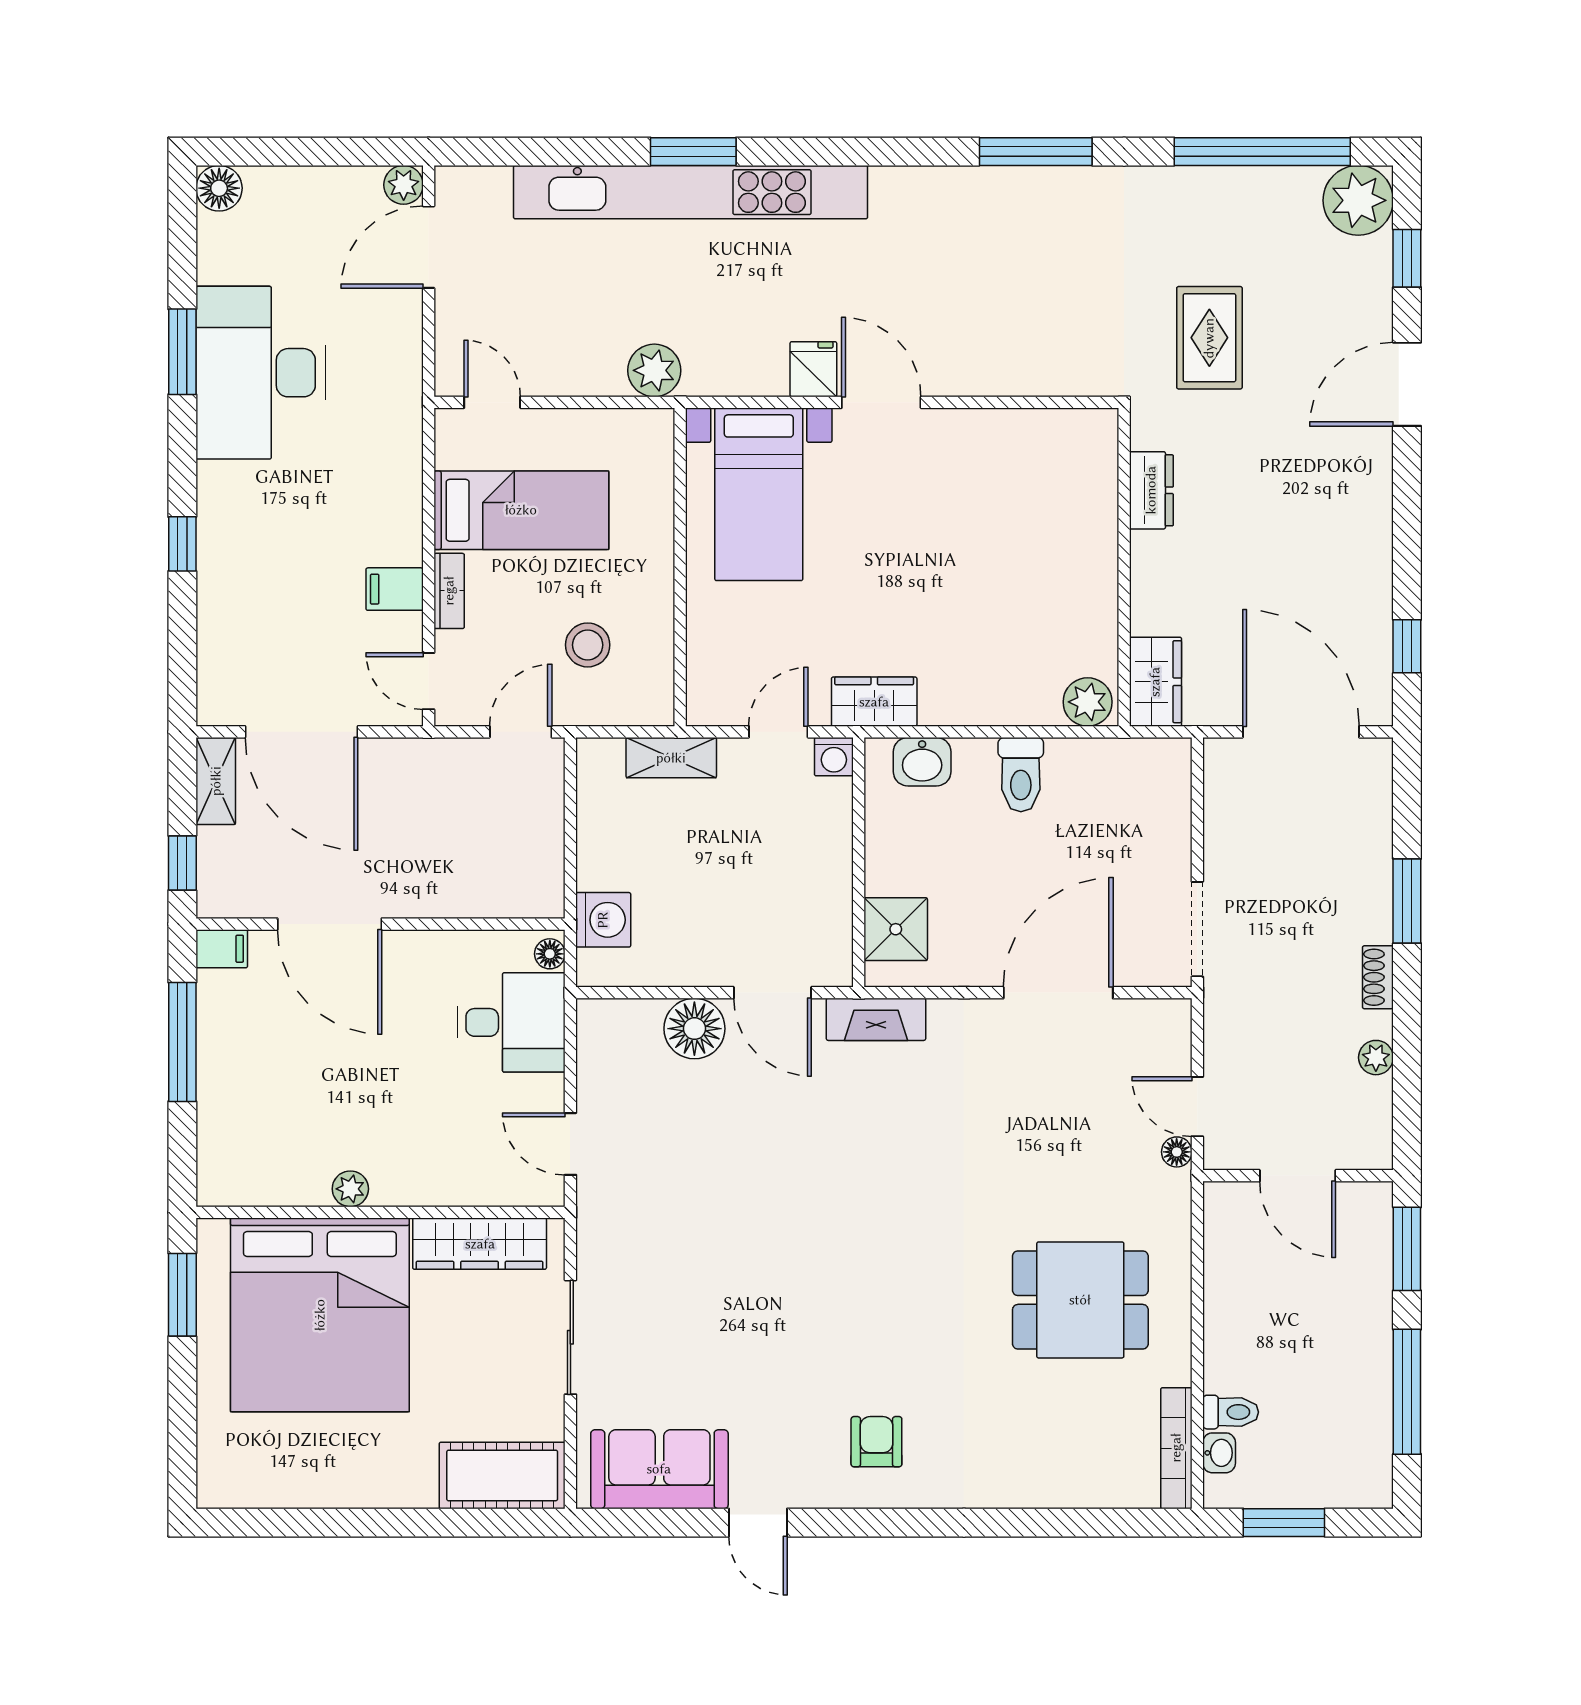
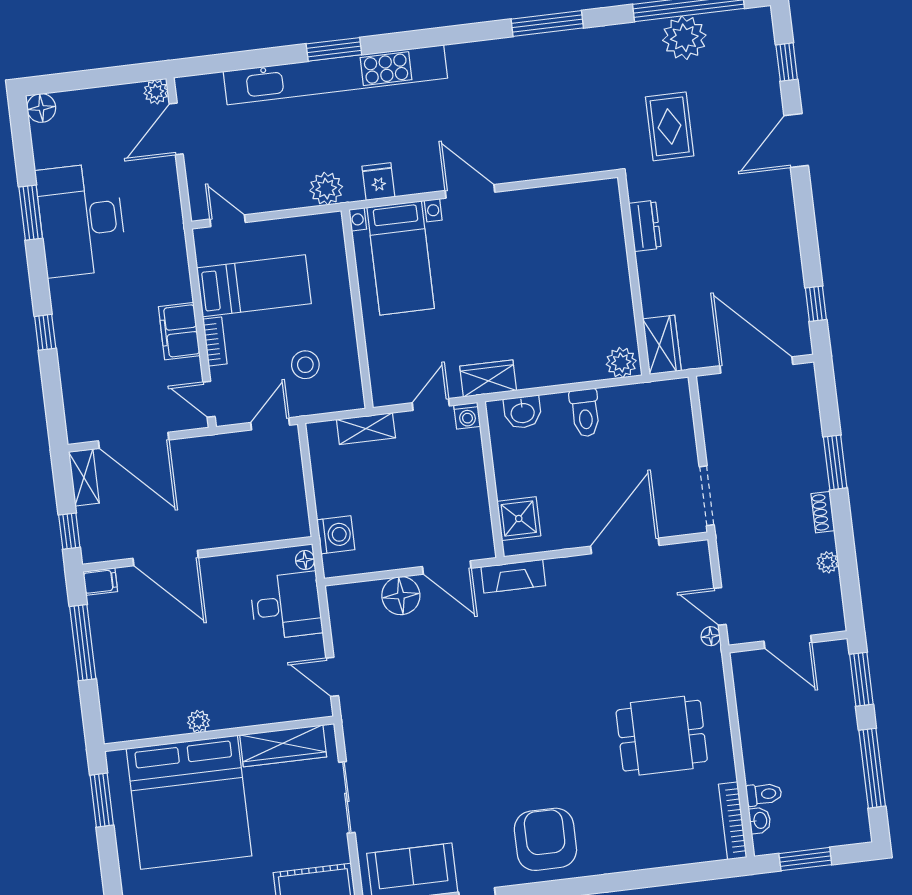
plant: (1358, 200) -> (684, 38), moved
fridge: (813, 369) -> (378, 182), moved
filing cabinet: (395, 589) -> (179, 331), width x2.00
armchair: (876, 1442) -> (545, 839), width x1.88, depth x1.88

